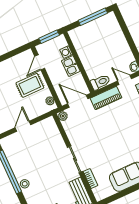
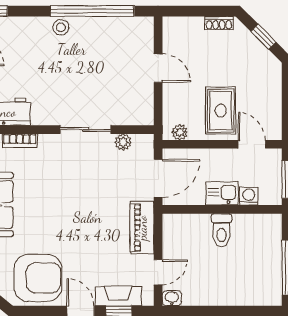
toilet: (100, 82) -> (222, 230), moved
plant: (63, 116) -> (123, 142), moved
sliding door: (75, 159) -> (85, 130), moved

